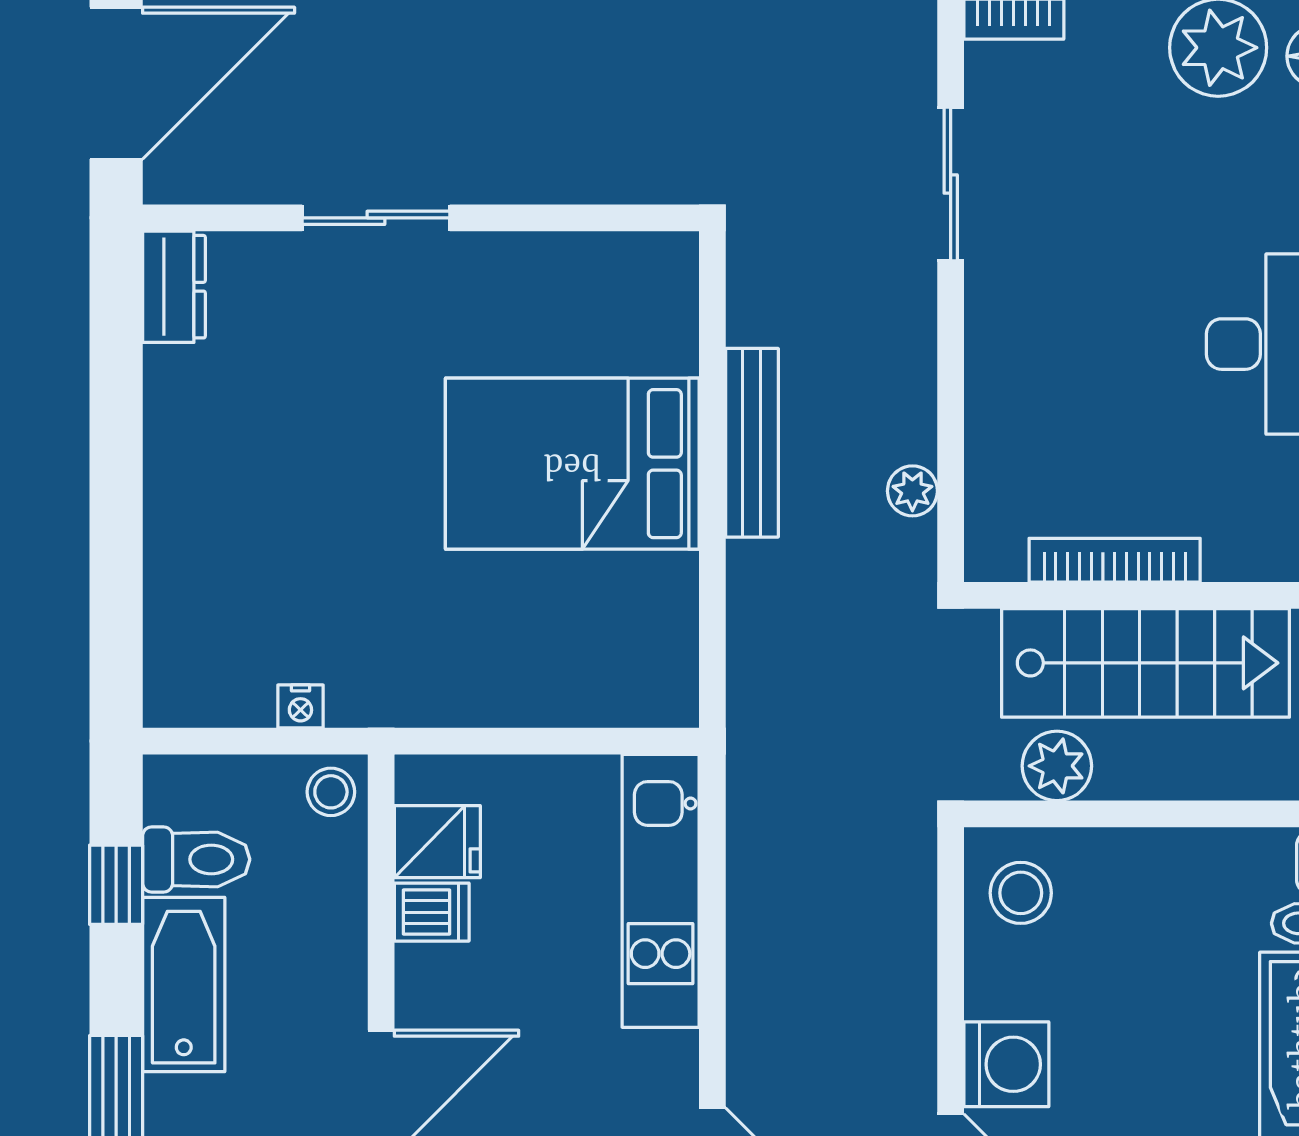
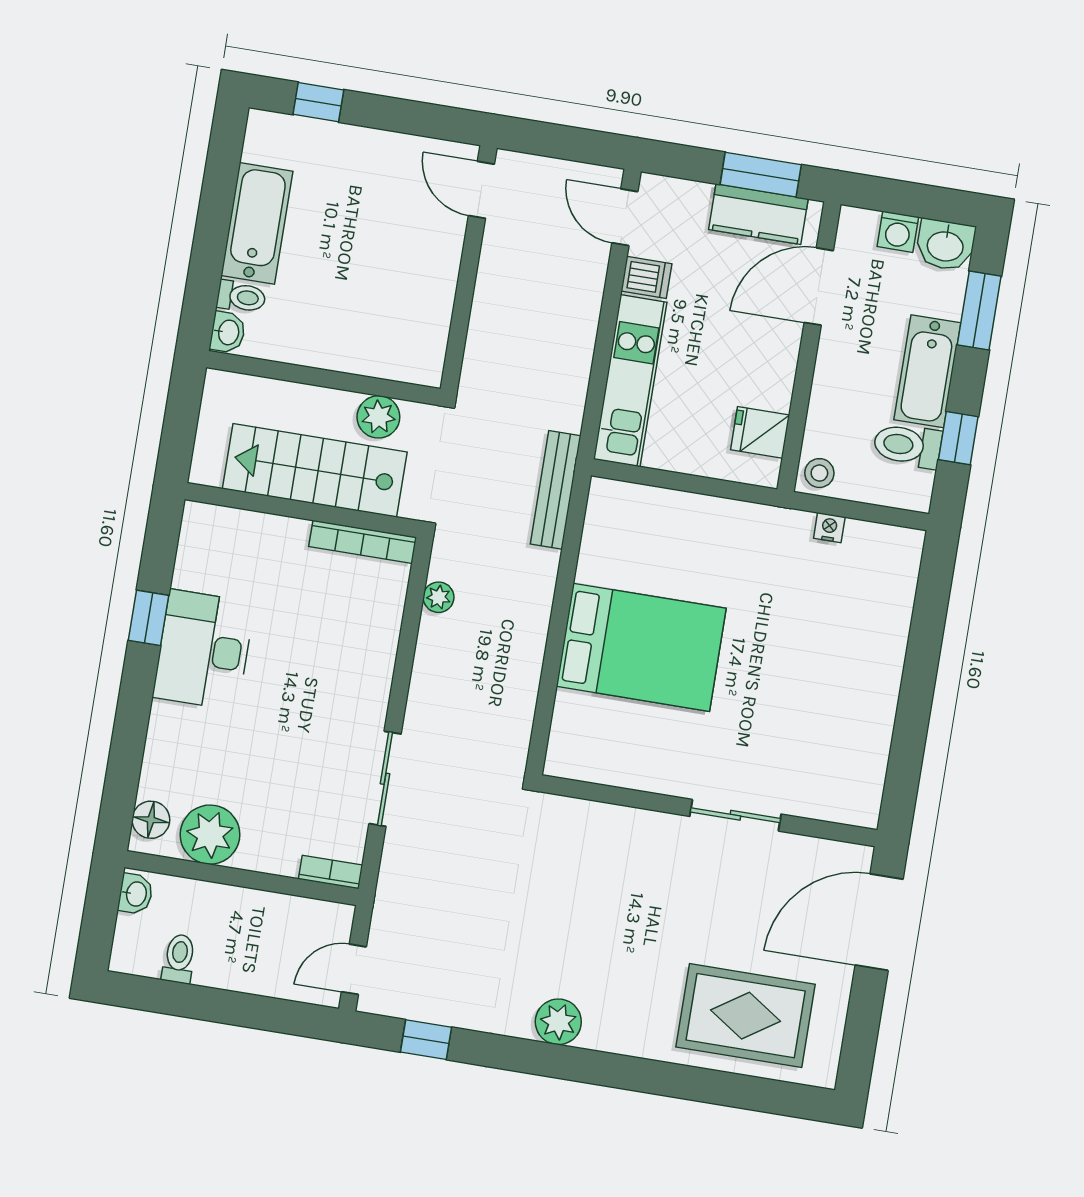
dresser: (174, 287) -> (864, 794), removed
bench: (752, 443) -> (556, 490), moved
bookcase: (1115, 560) -> (363, 542), moved
stool: (1021, 893) -> (413, 344), removed
dishwasher: (432, 912) -> (646, 277), moved, turned 180
washing machine: (1006, 1064) -> (438, 242), removed

